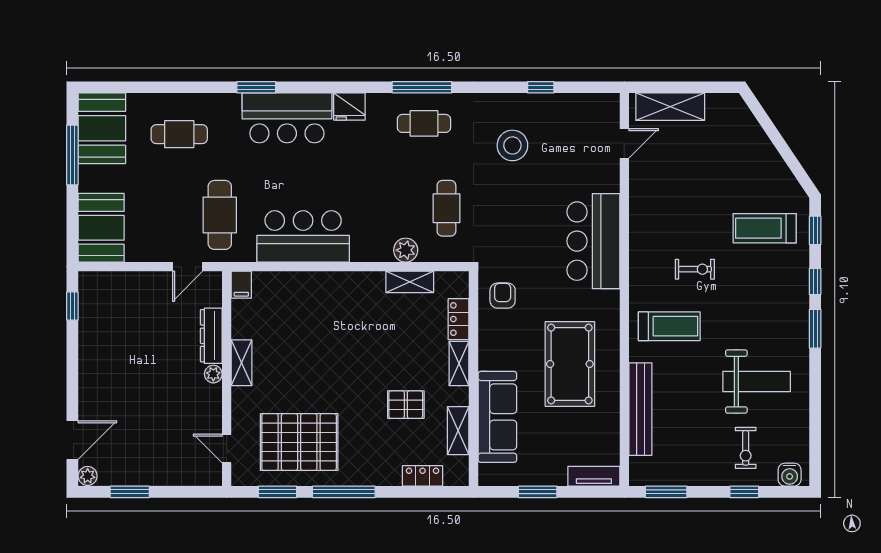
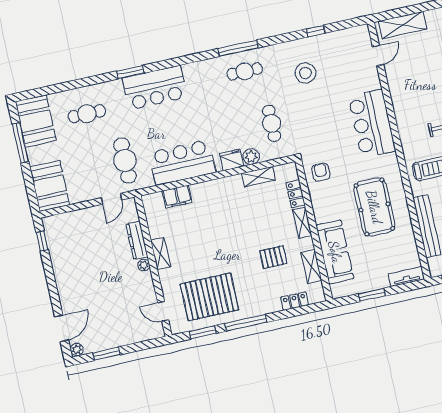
fridge: (349, 107) -> (232, 160), moved, turned 180
filing cabinet: (241, 285) -> (177, 197), moved, width x2.00

